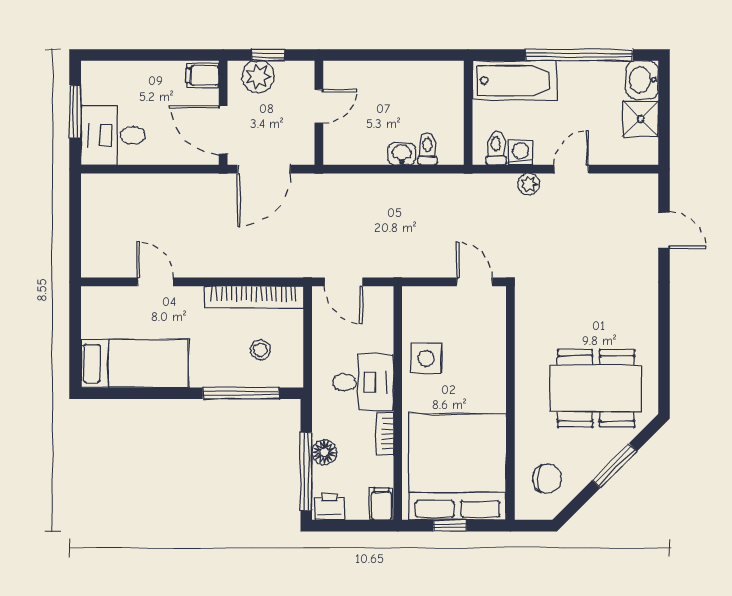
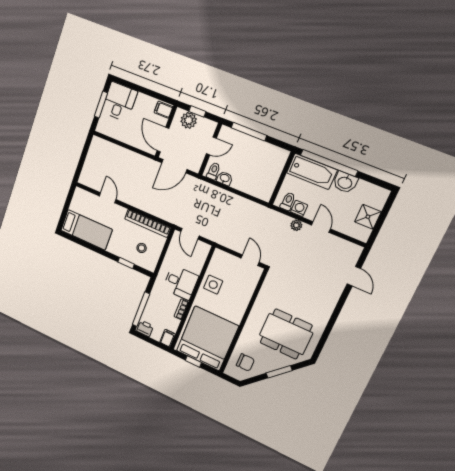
window: (376, 55) -> (249, 132), added
window: (579, 55) -> (329, 163), moved
washbasin: (642, 80) -> (345, 182), moved, turned -90
desk: (113, 135) -> (119, 102), moved, turned 90
toilet: (428, 149) -> (213, 171), moved
washbasin: (402, 154) -> (225, 178), moved
door: (572, 169) -> (321, 227), hinge flipped
window: (241, 393) -> (126, 263), width x0.46
floor lamp: (324, 452) -> (152, 305), removed

